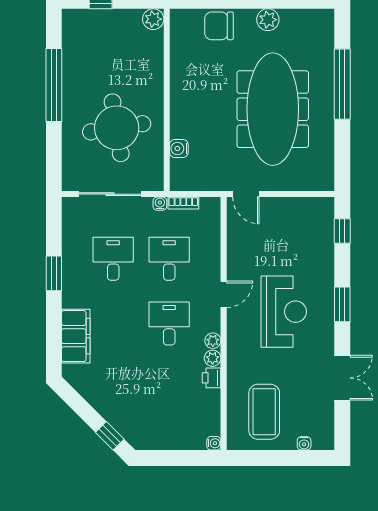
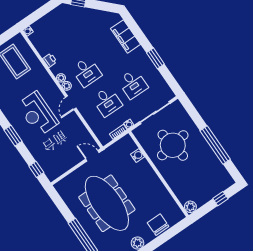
chair: (219, 26) -> (158, 225), turned -90
plant: (213, 358) -> (67, 86), moved

